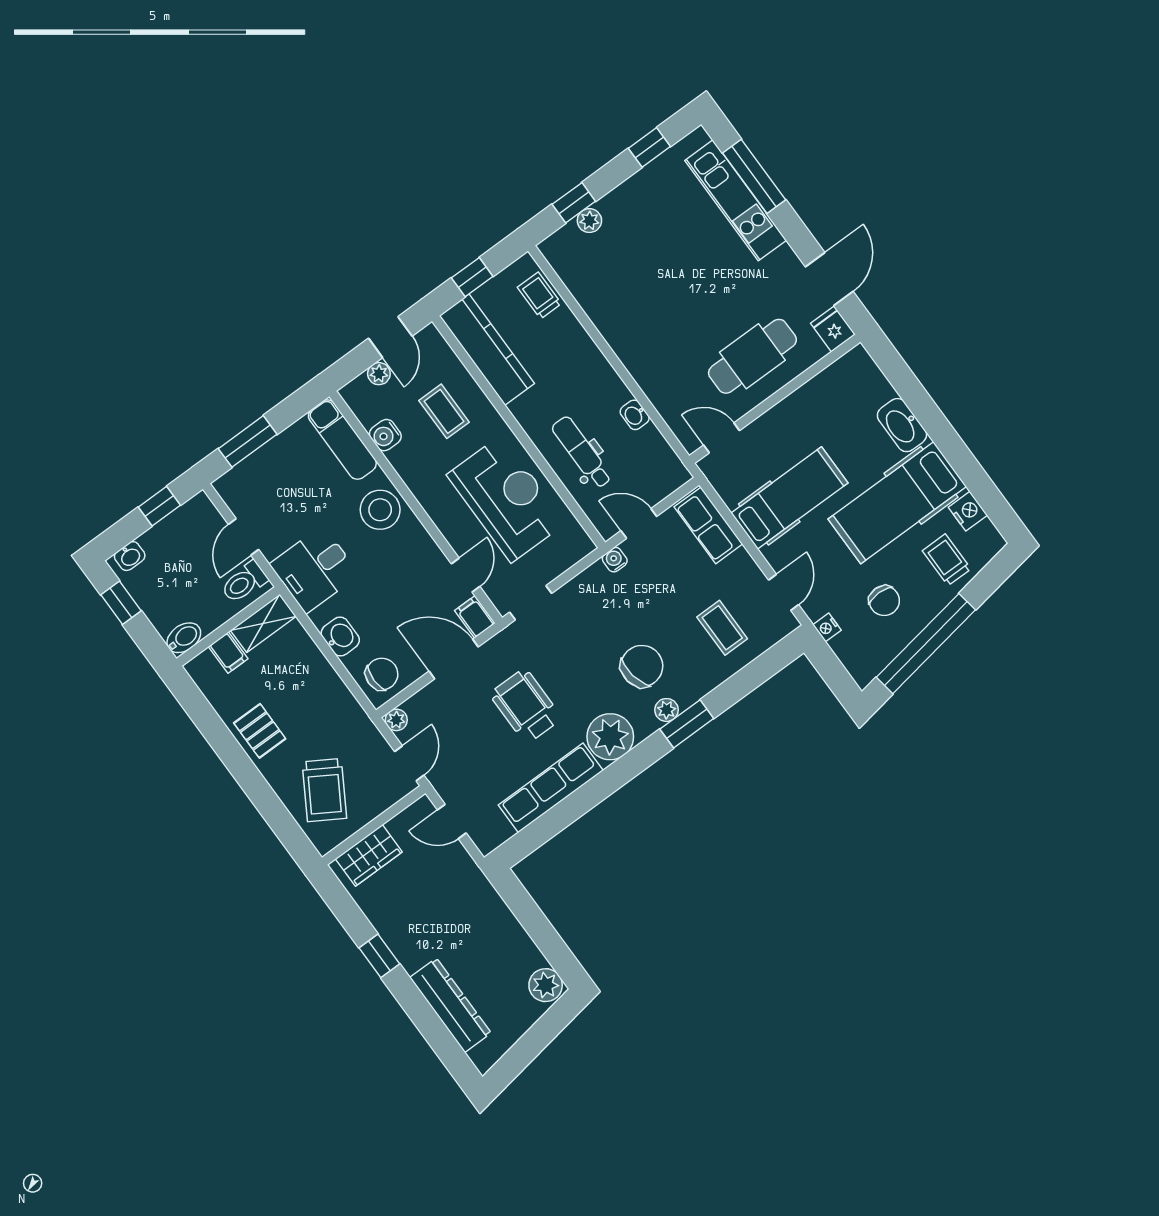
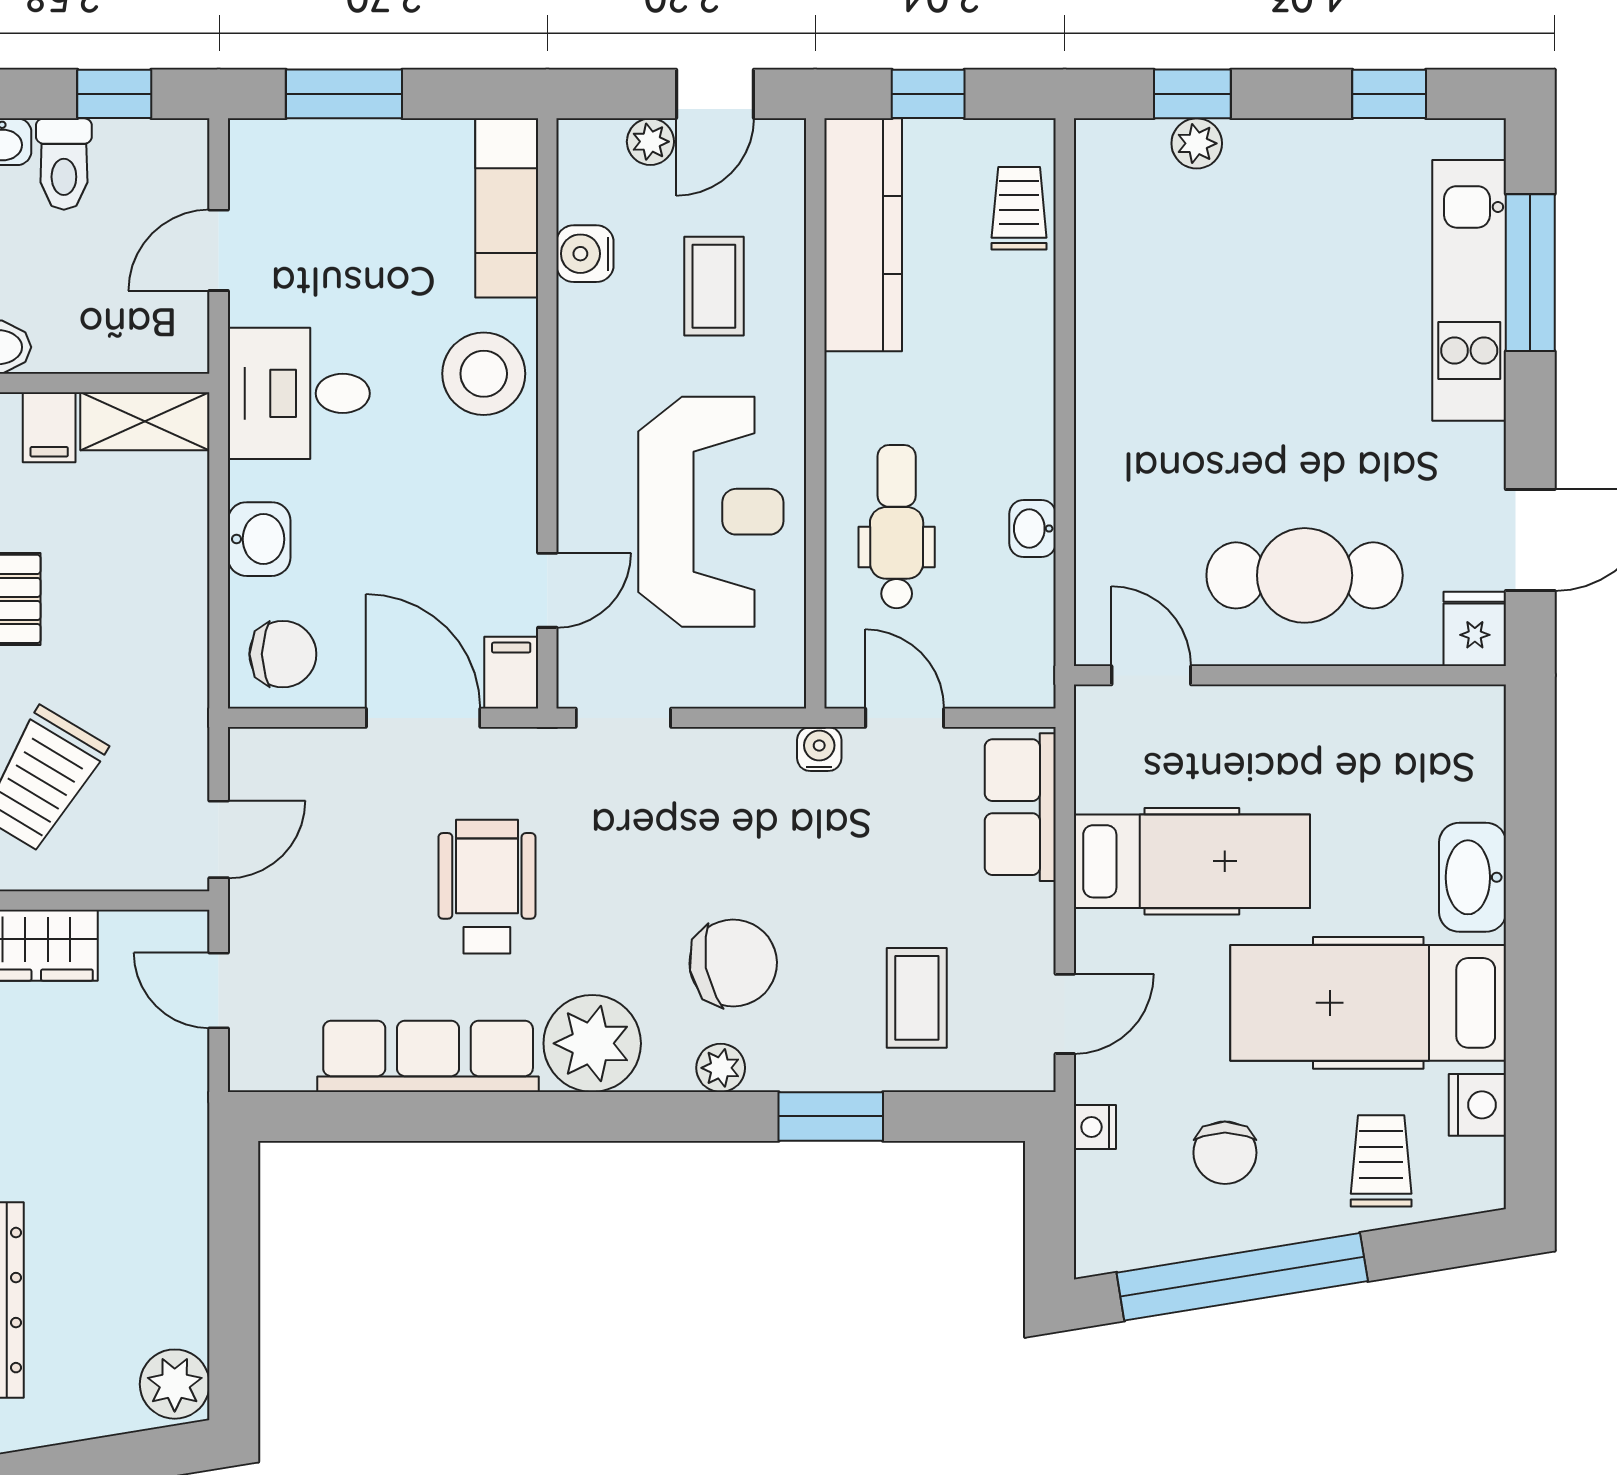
toilet: (244, 582) -> (64, 164), moved, turned -90
plant: (396, 720) -> (251, 750), removed
window: (687, 724) -> (831, 1116), moved

